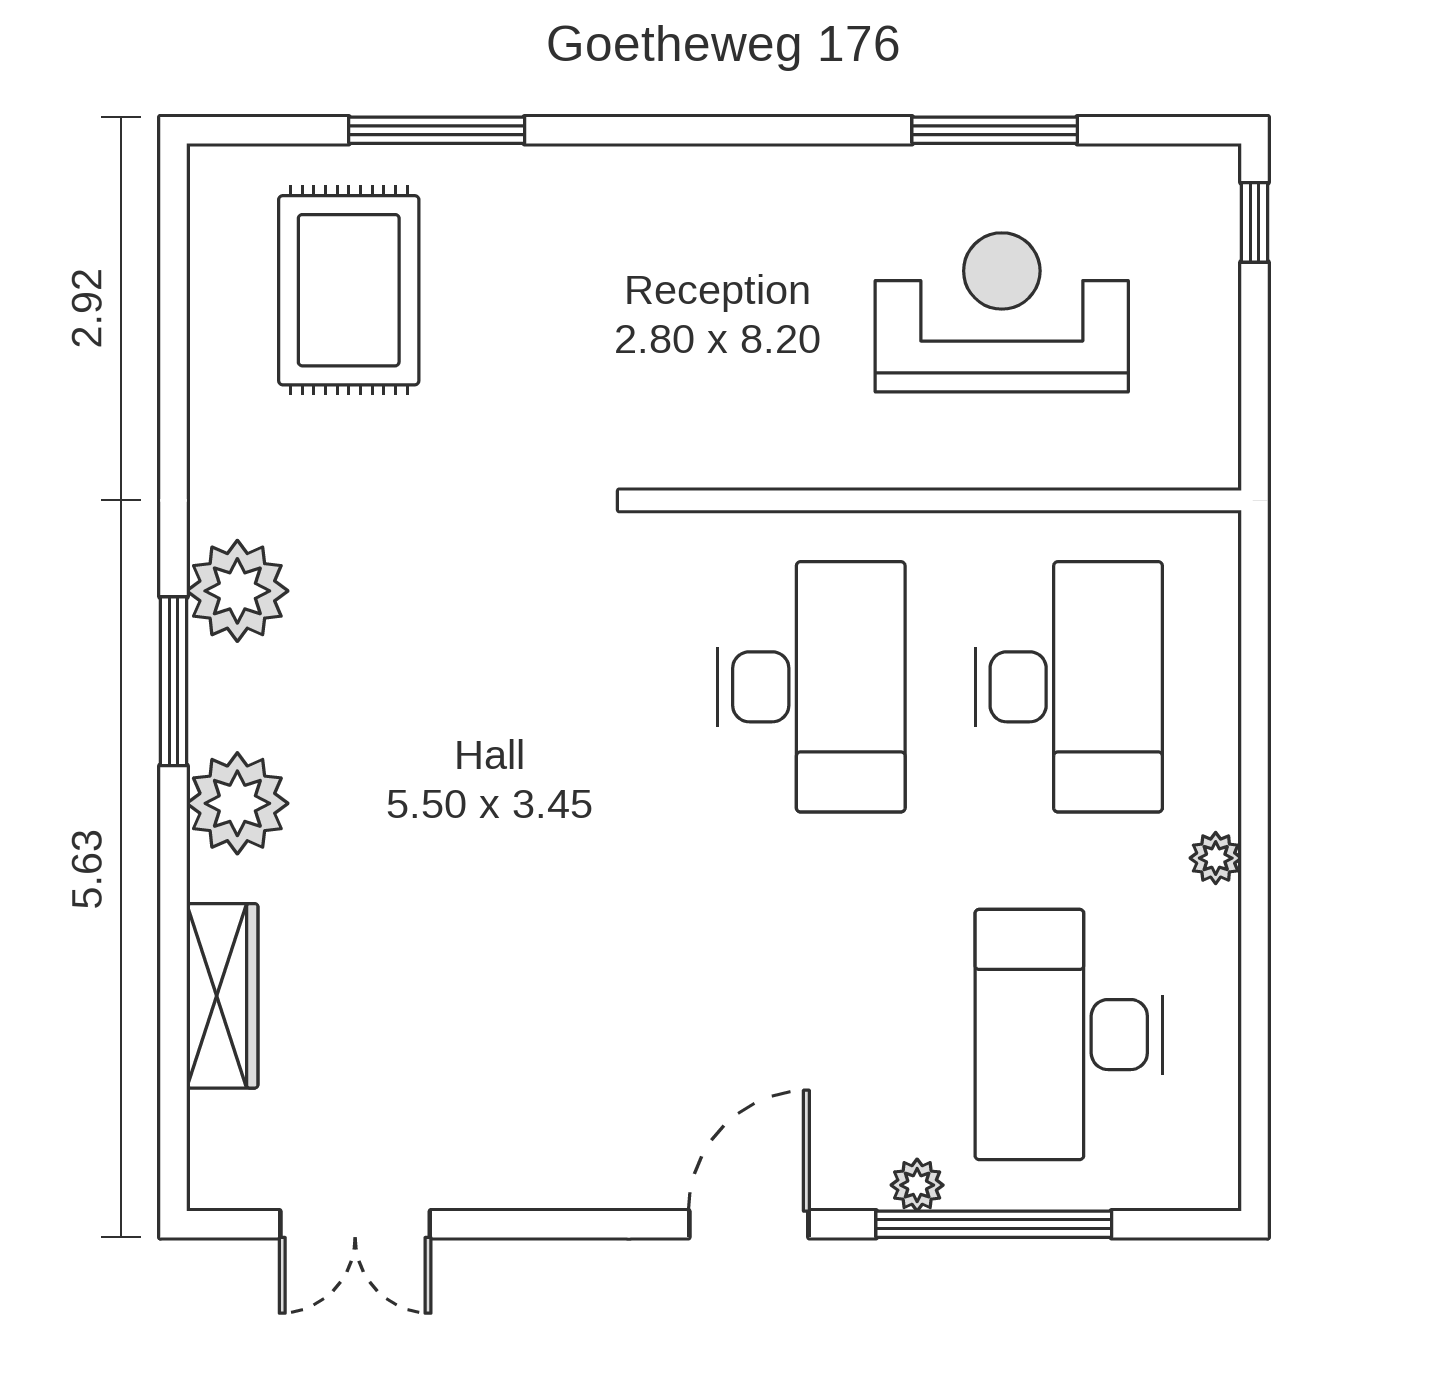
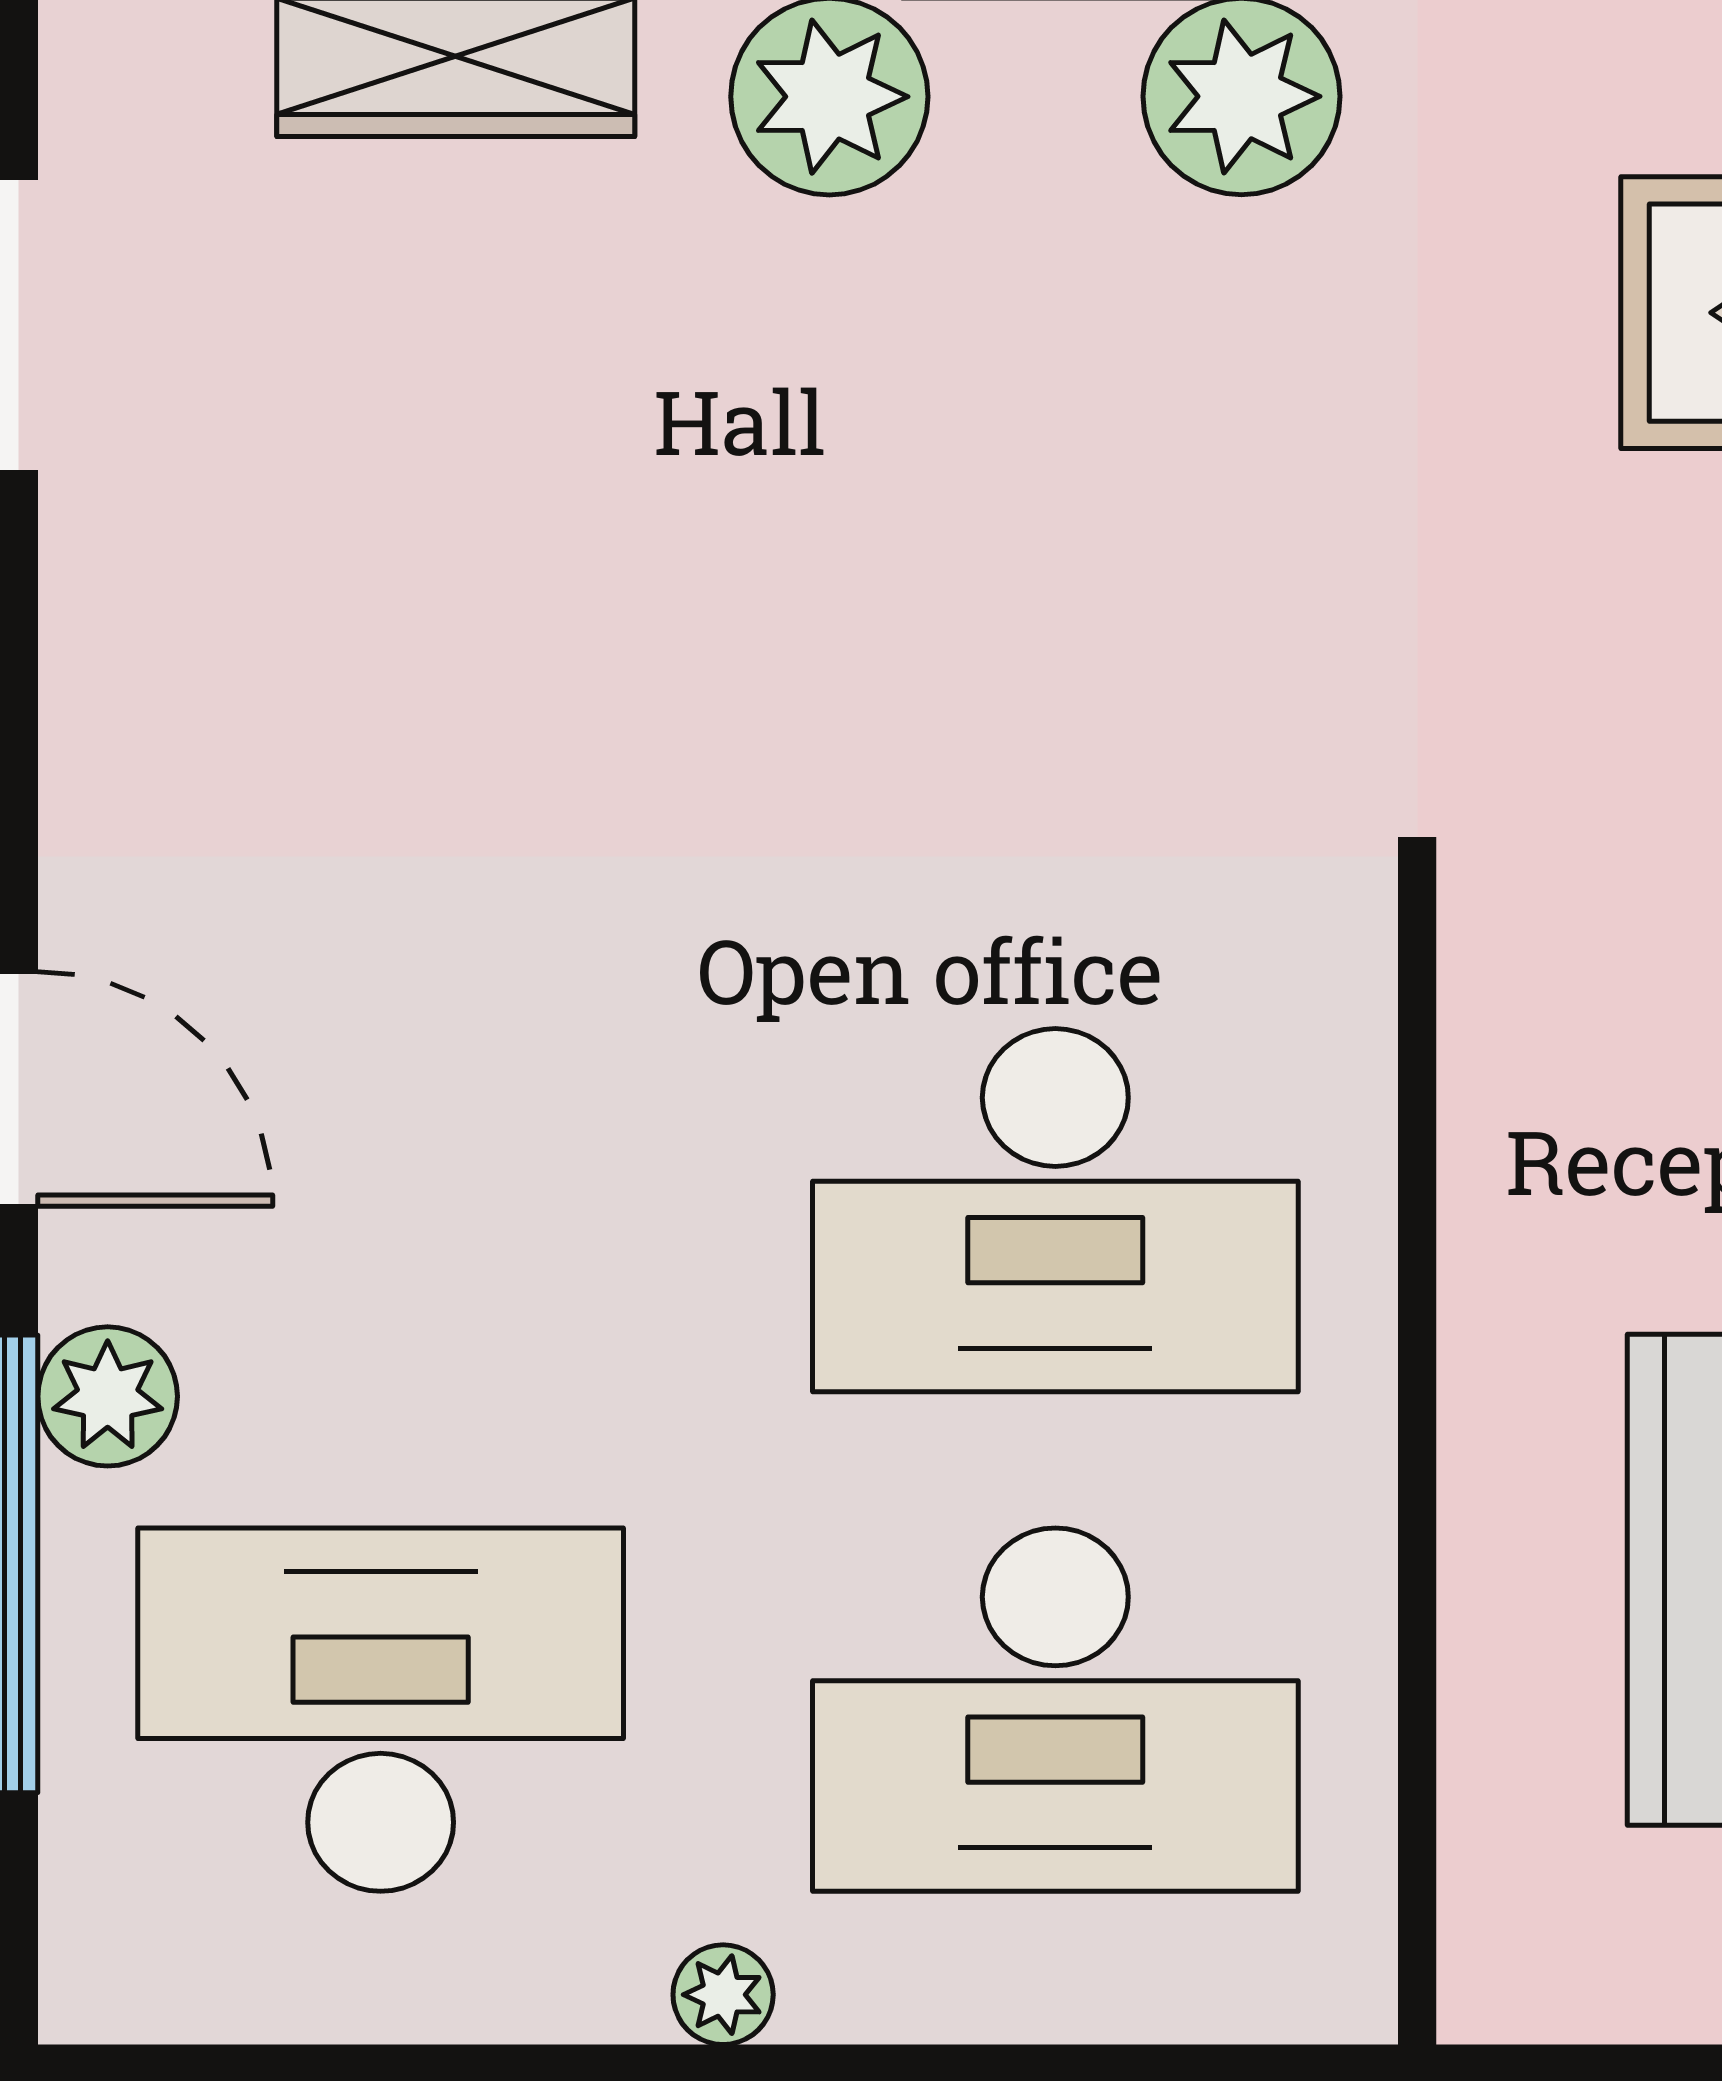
plant: (917, 1185) -> (108, 1396), width x1.38, depth x1.38

